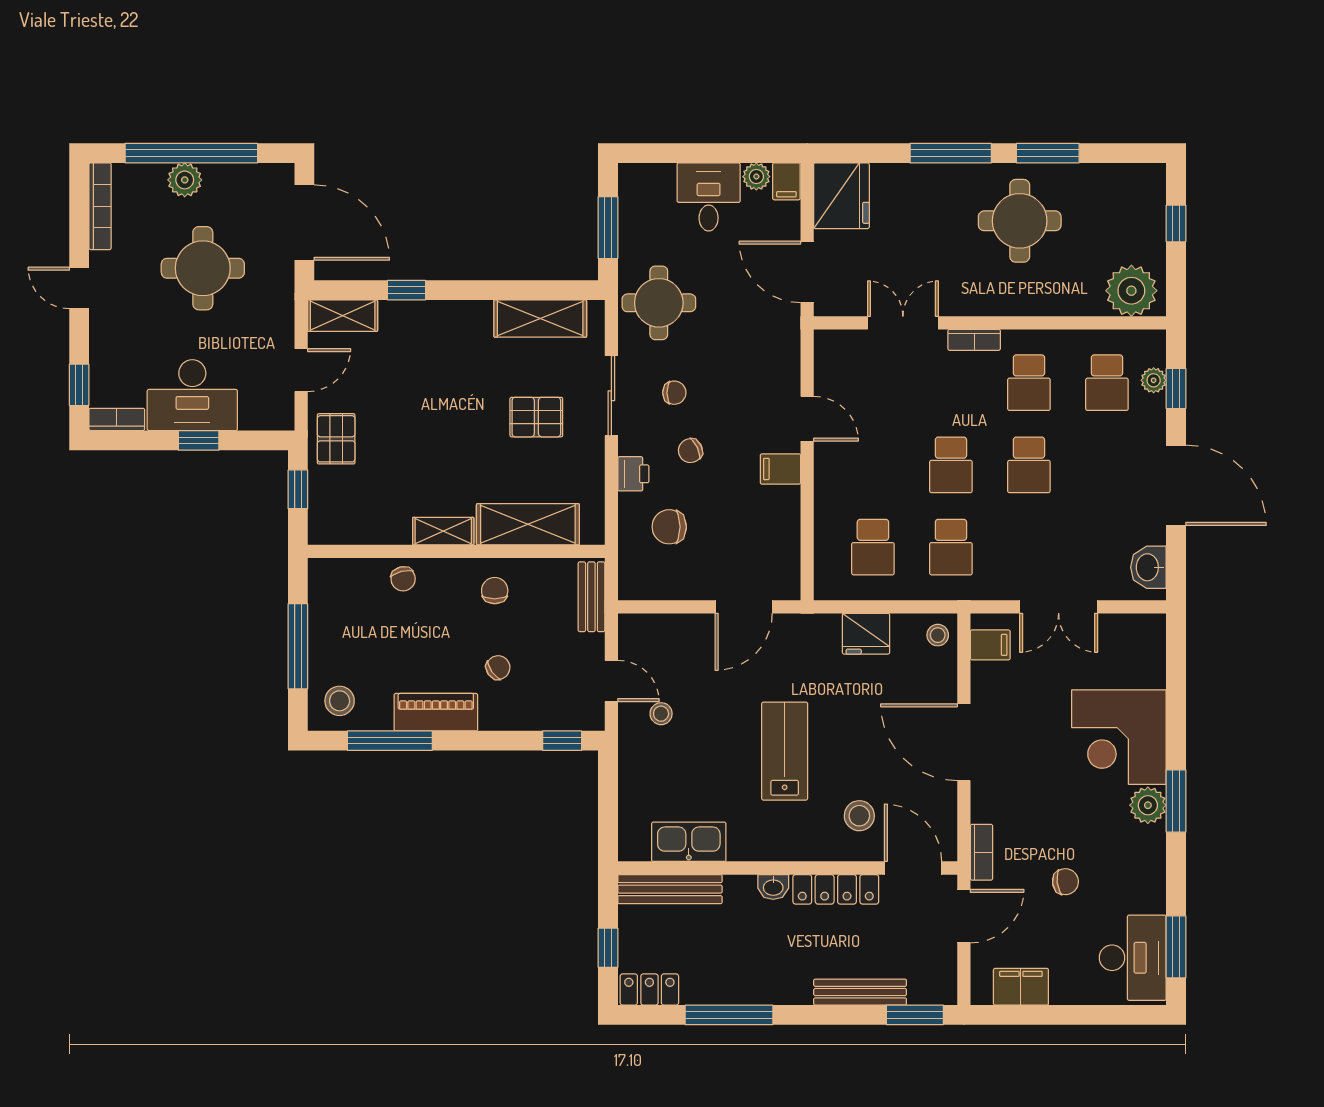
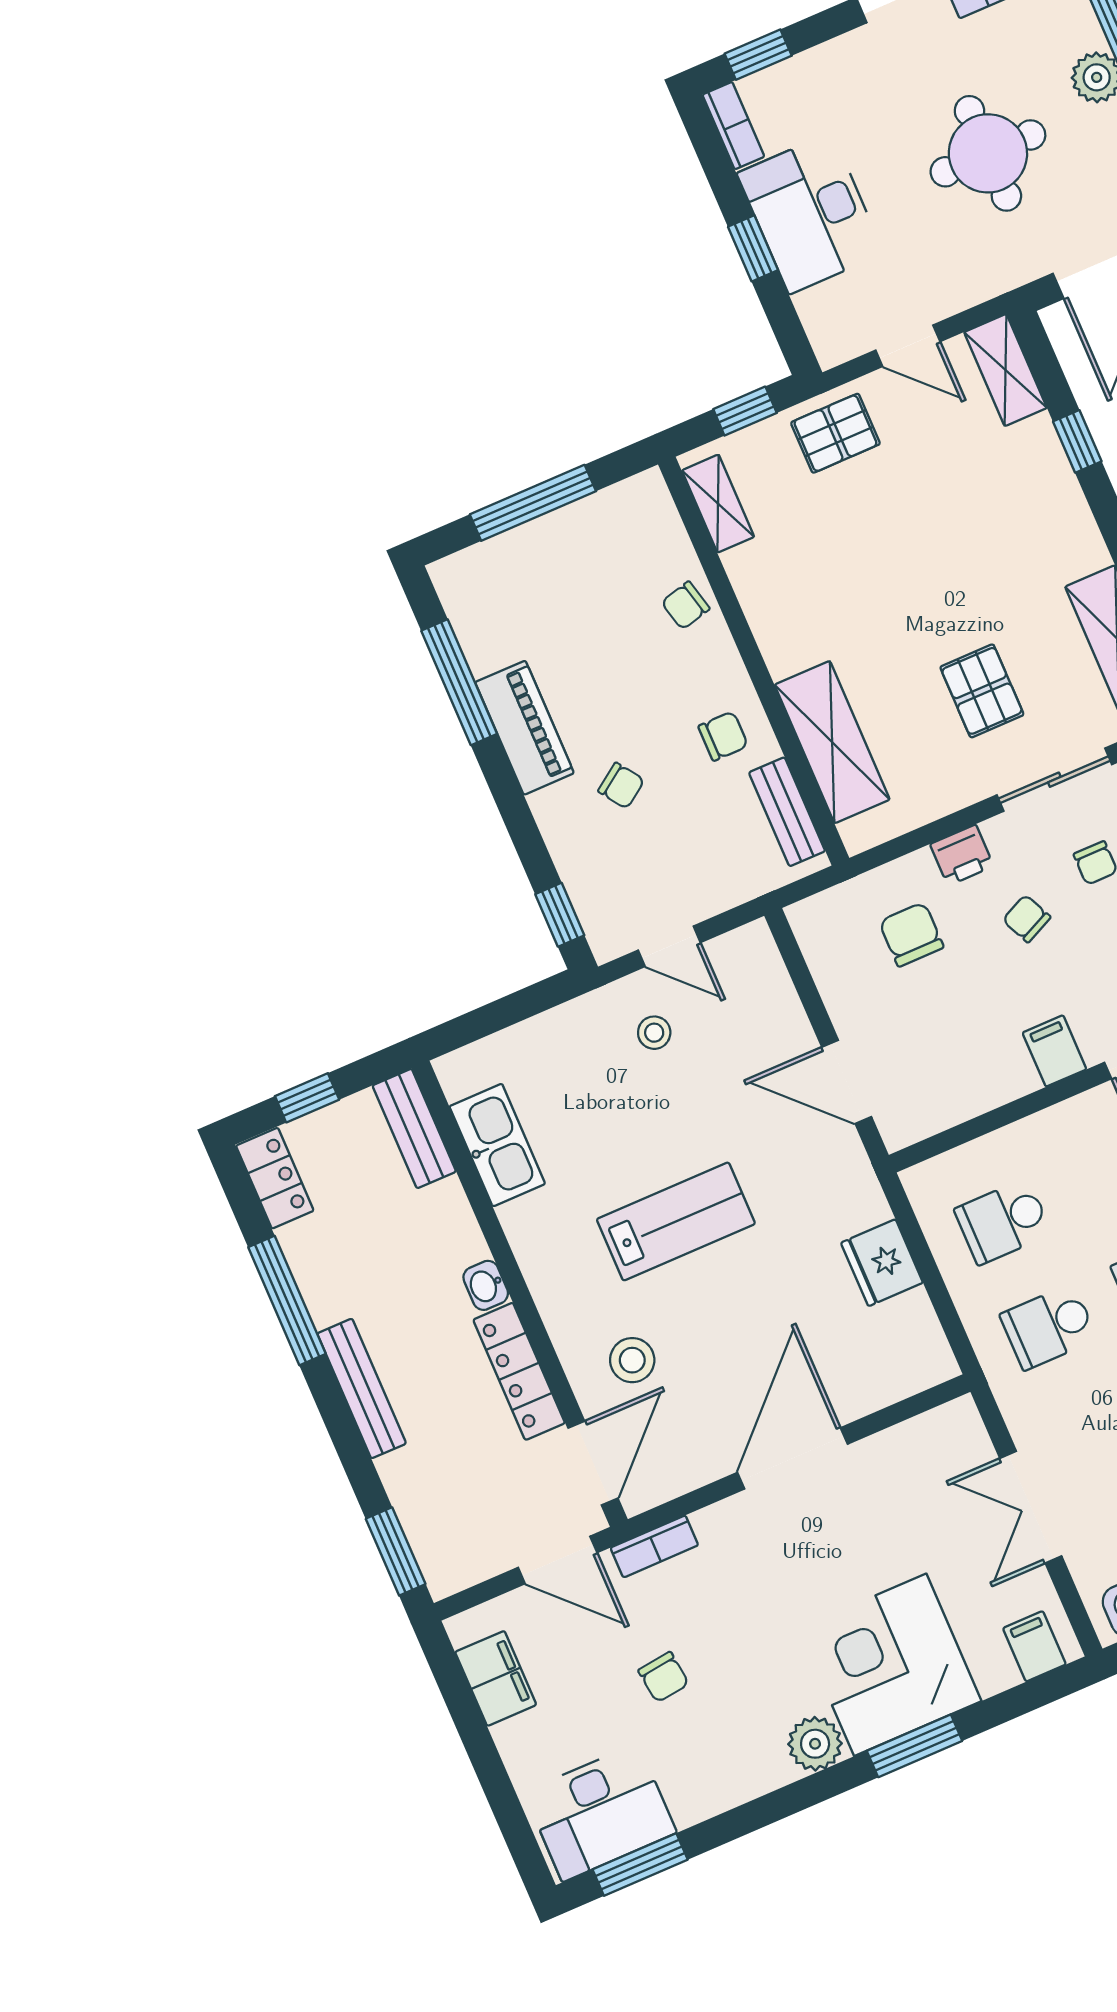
shelving: (443, 531) -> (718, 504), moved
bench: (591, 597) -> (787, 812), moved, turned 90
stool: (938, 635) -> (922, 1360), removed
filing cabinet: (990, 645) -> (1034, 1646), moved, turned 180
door: (611, 681) -> (669, 946), hinge flipped
stool: (340, 701) -> (484, 591), removed
window: (1176, 801) -> (914, 1746), moved
bench: (670, 889) -> (414, 1128), width x0.73
bench: (860, 992) -> (362, 1388), moved

